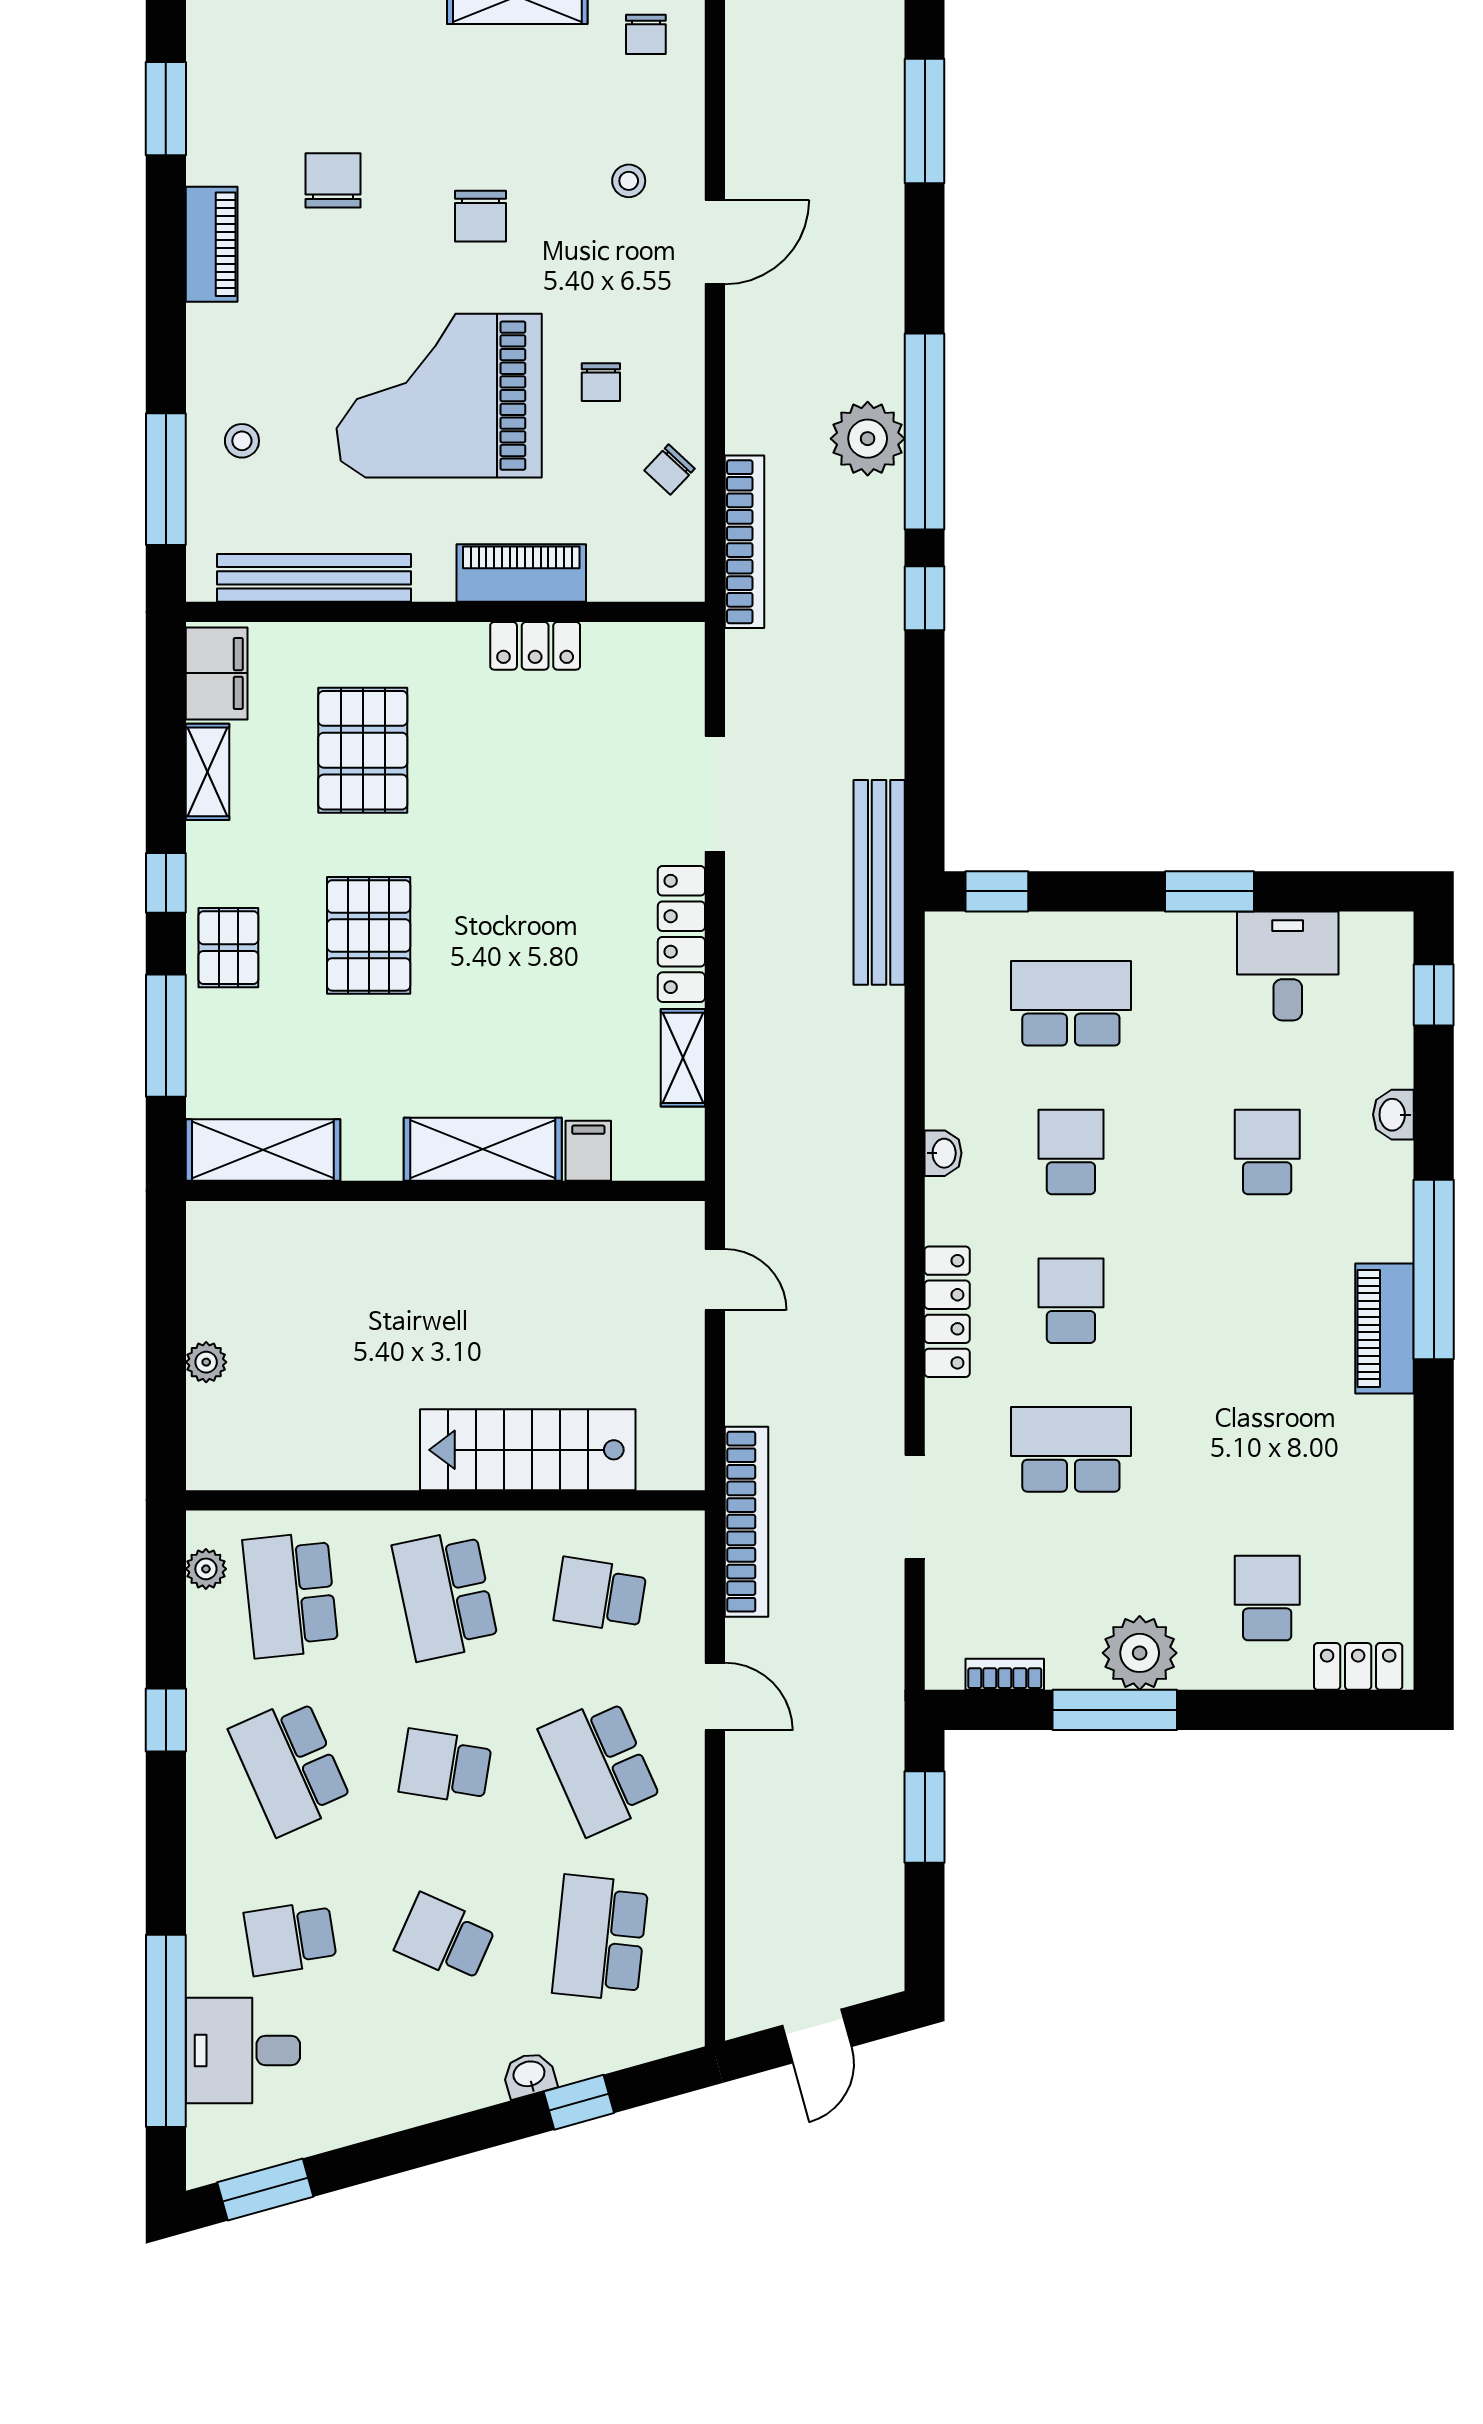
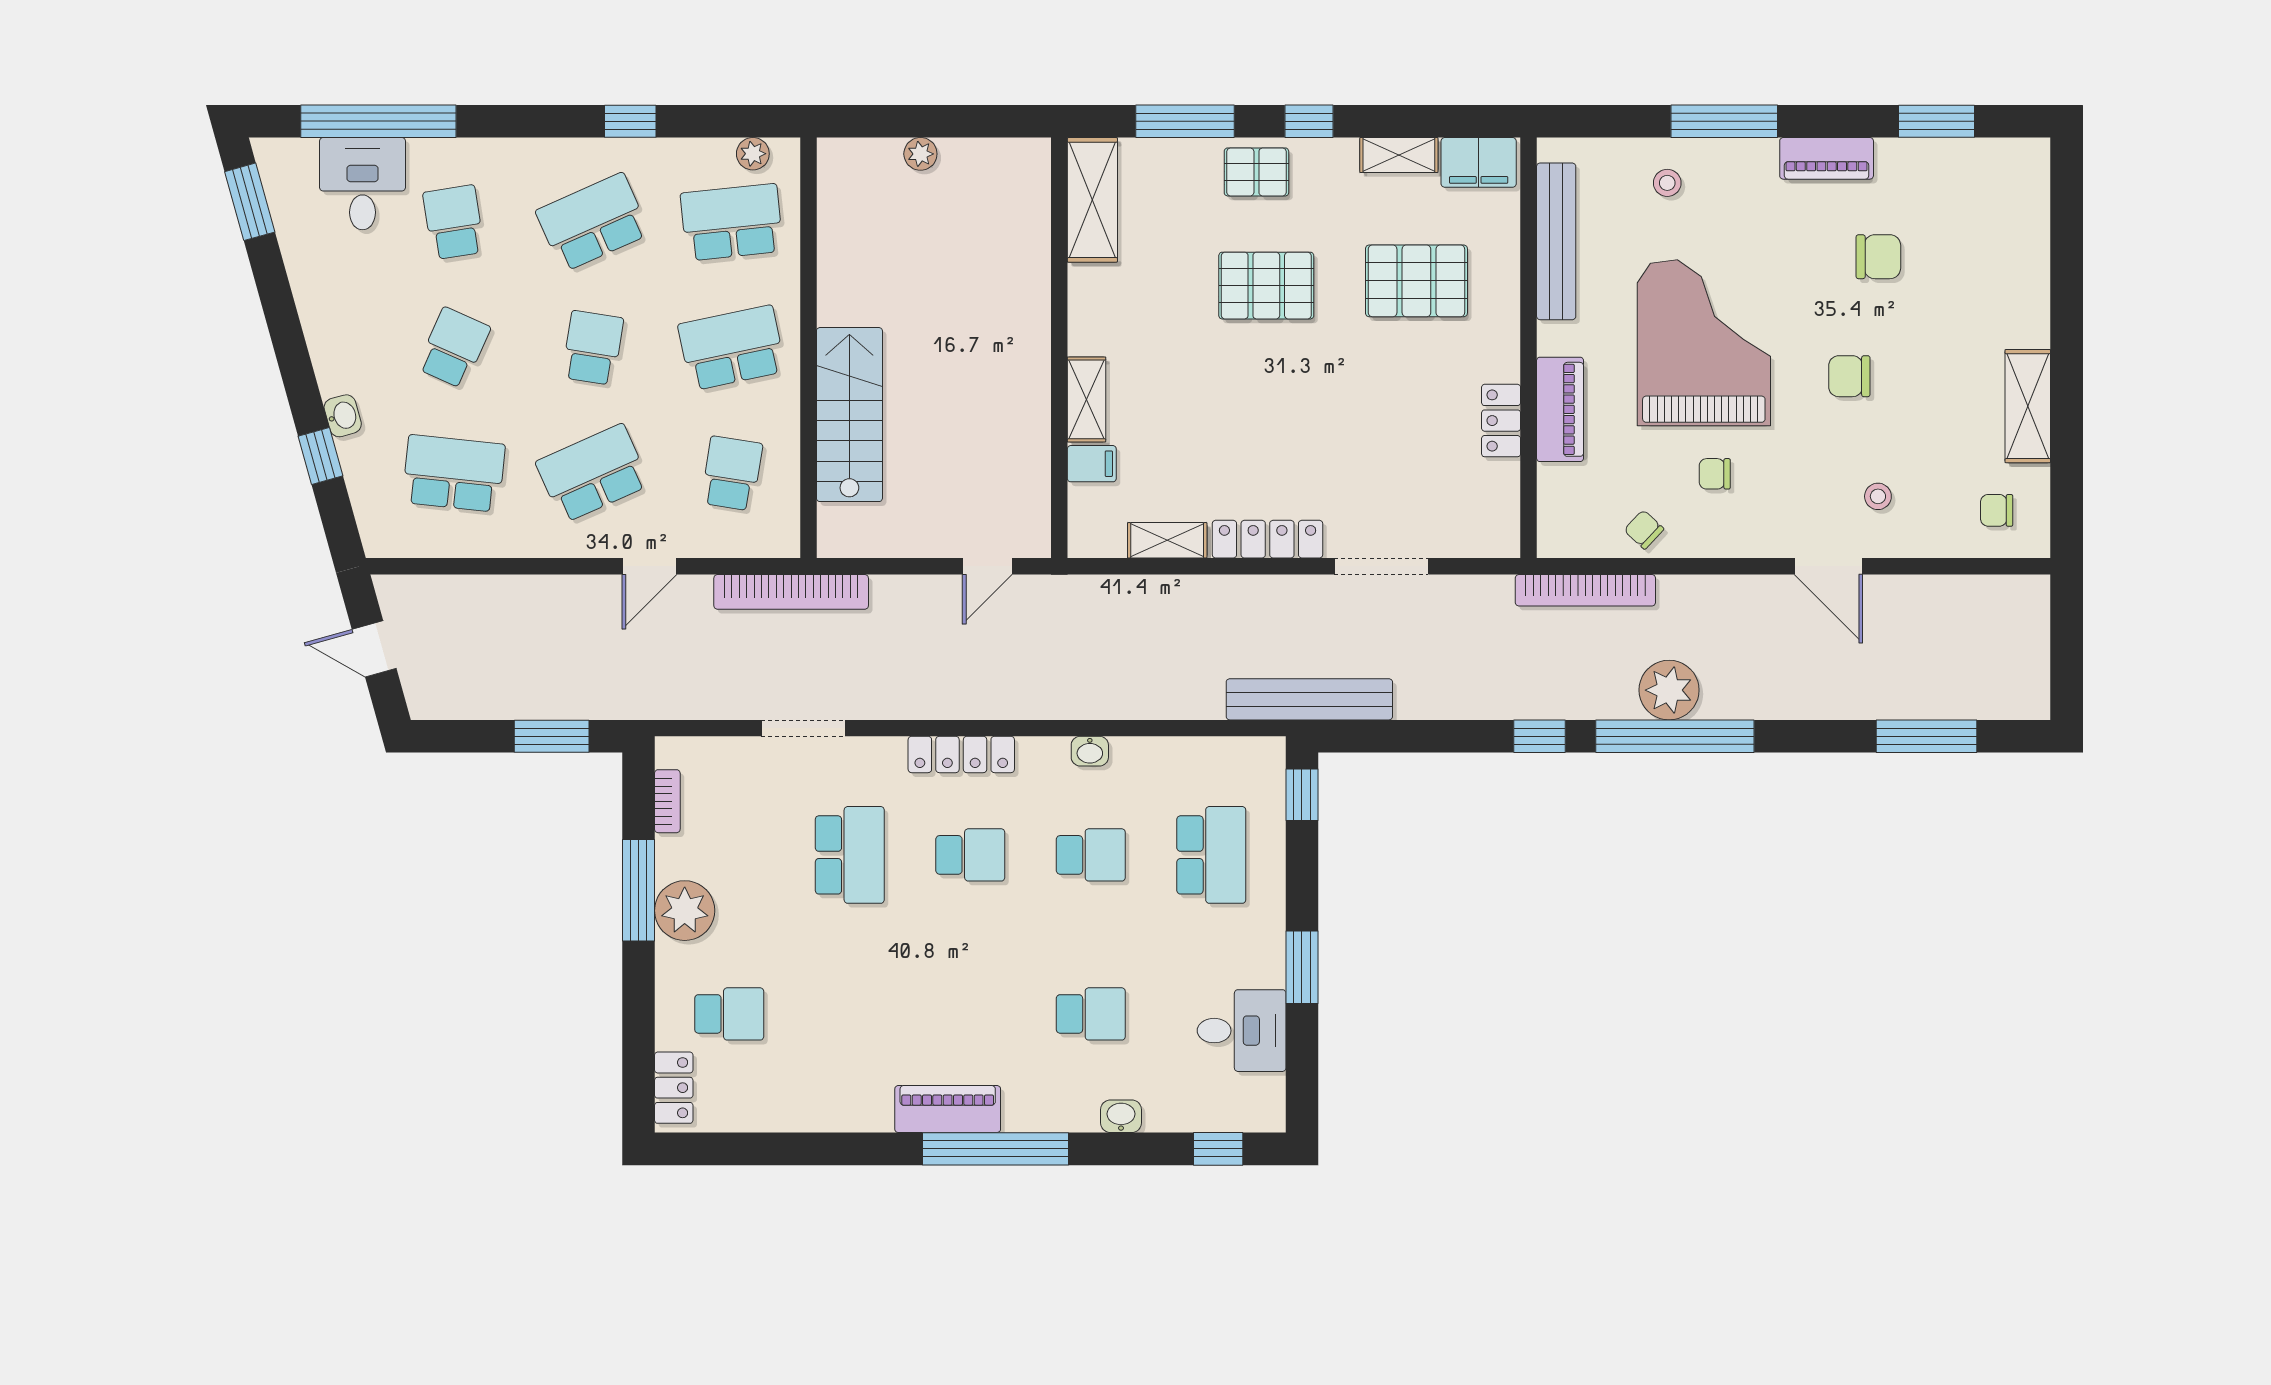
window: (166, 479) -> (1724, 121), moved
shelving: (483, 1149) -> (1087, 399), width x0.67, depth x0.75

